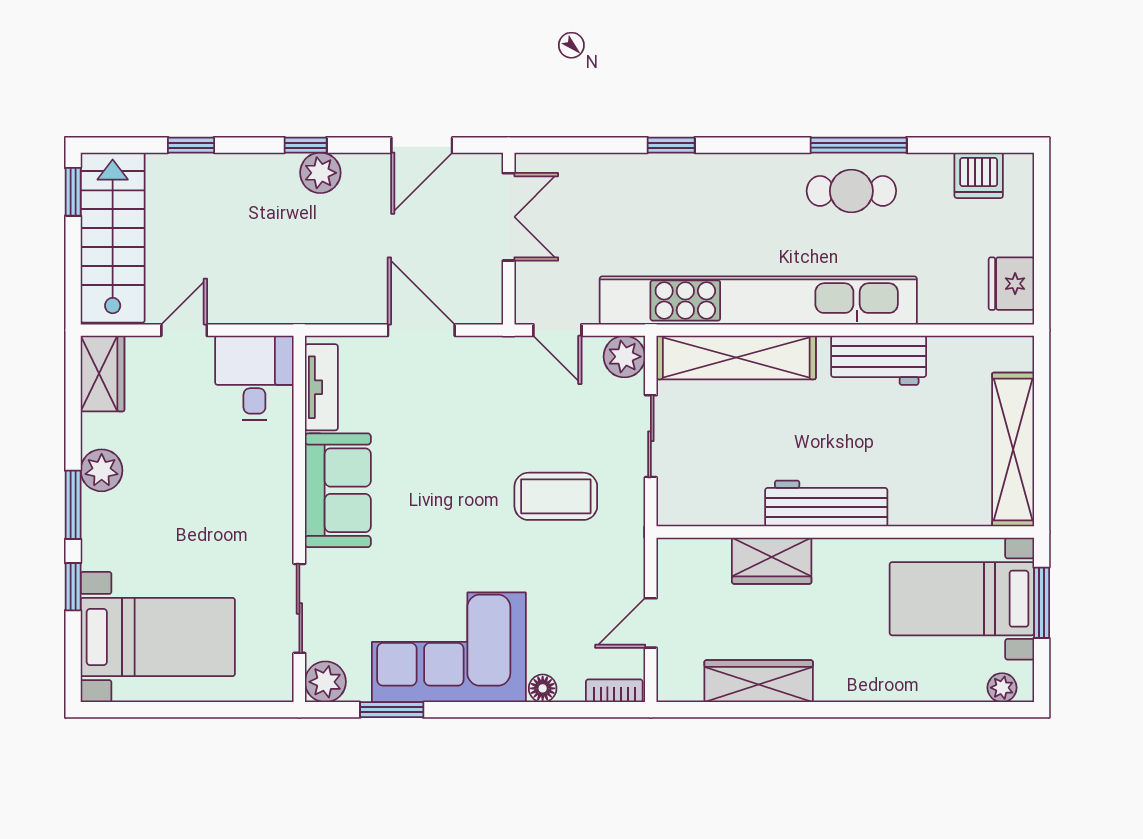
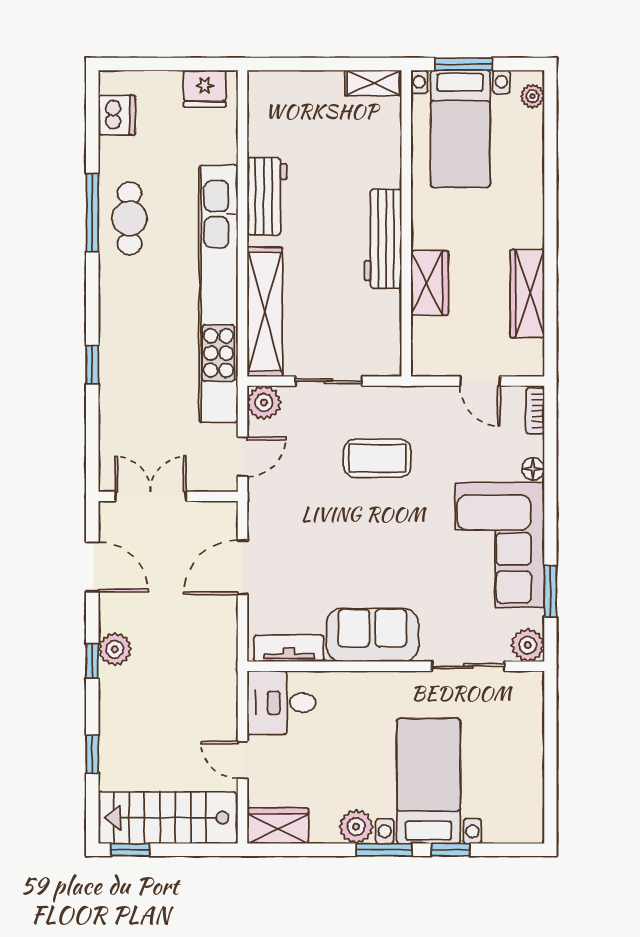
shelving: (1013, 449) -> (373, 83), width x0.45, depth x0.75
coffee table: (556, 496) -> (377, 458), turned 90
bed with nightstands: (158, 637) -> (429, 781), moved

